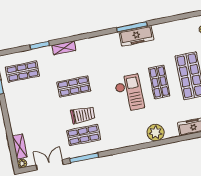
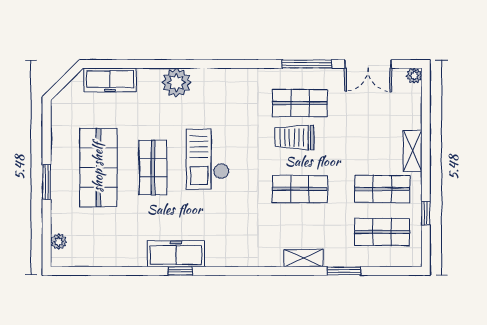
window: (132, 27) -> (180, 271), width x0.46
shop shelf: (27, 96) -> (382, 189), added
shelving: (20, 147) -> (413, 151), moved

